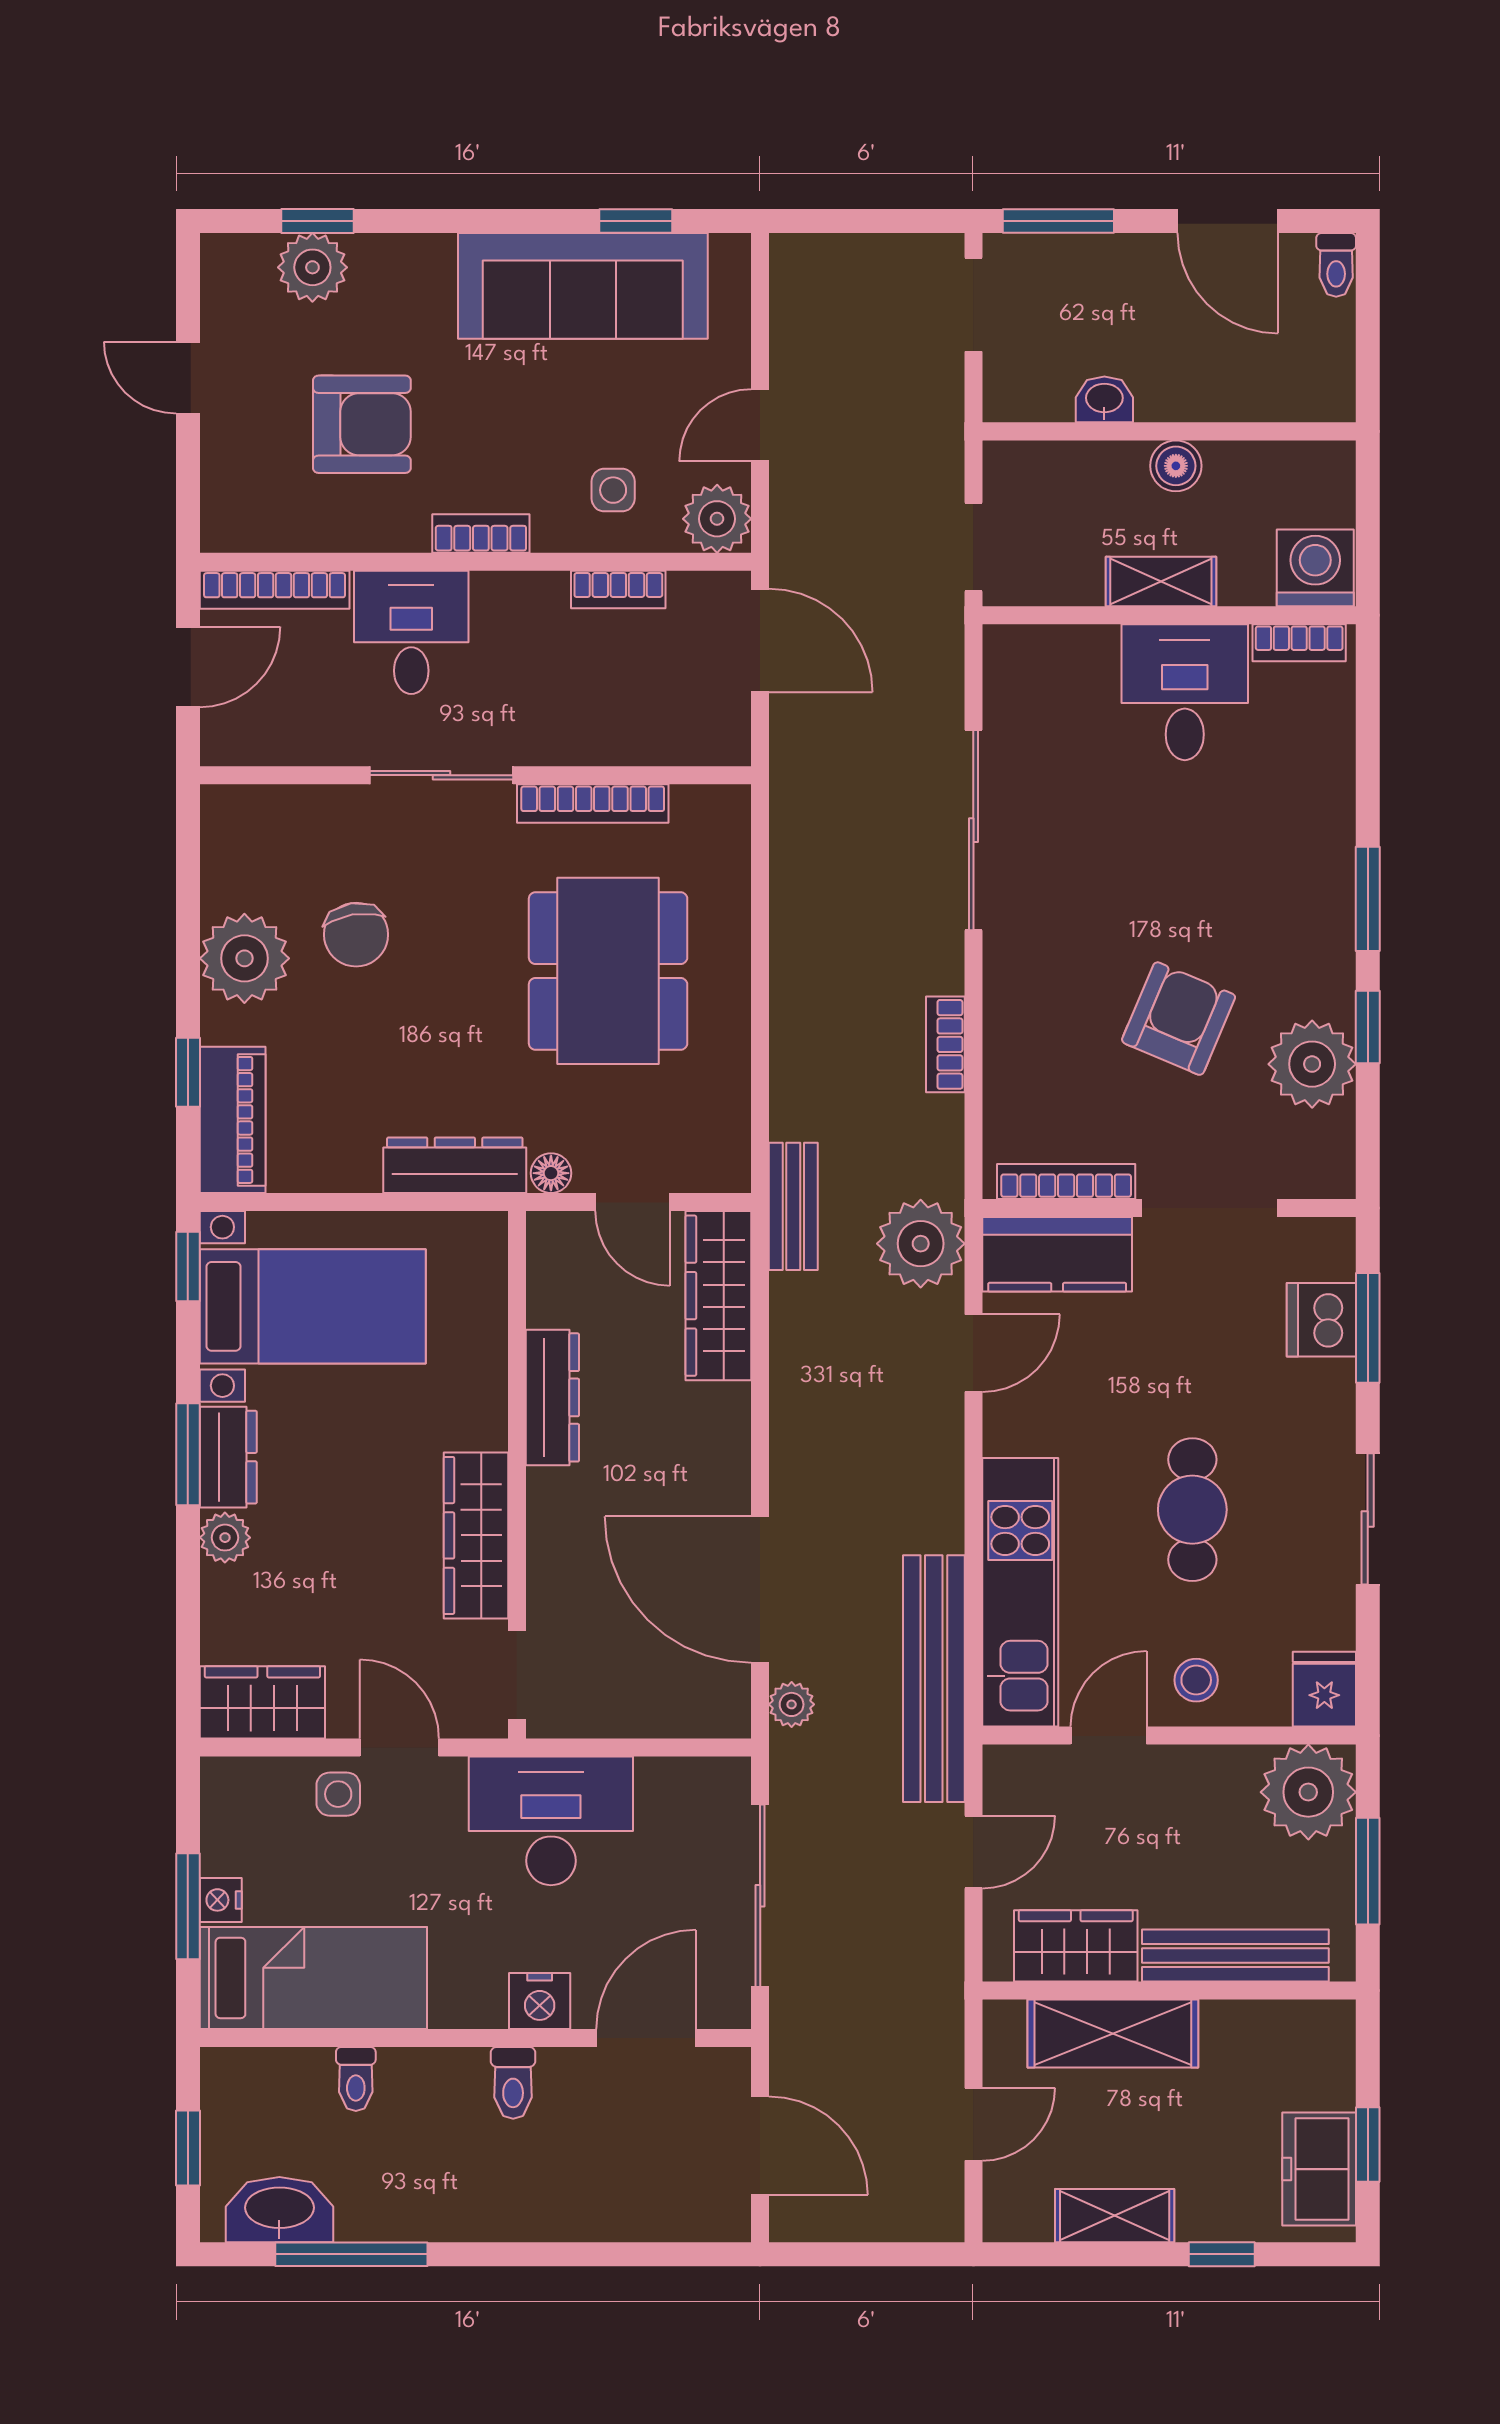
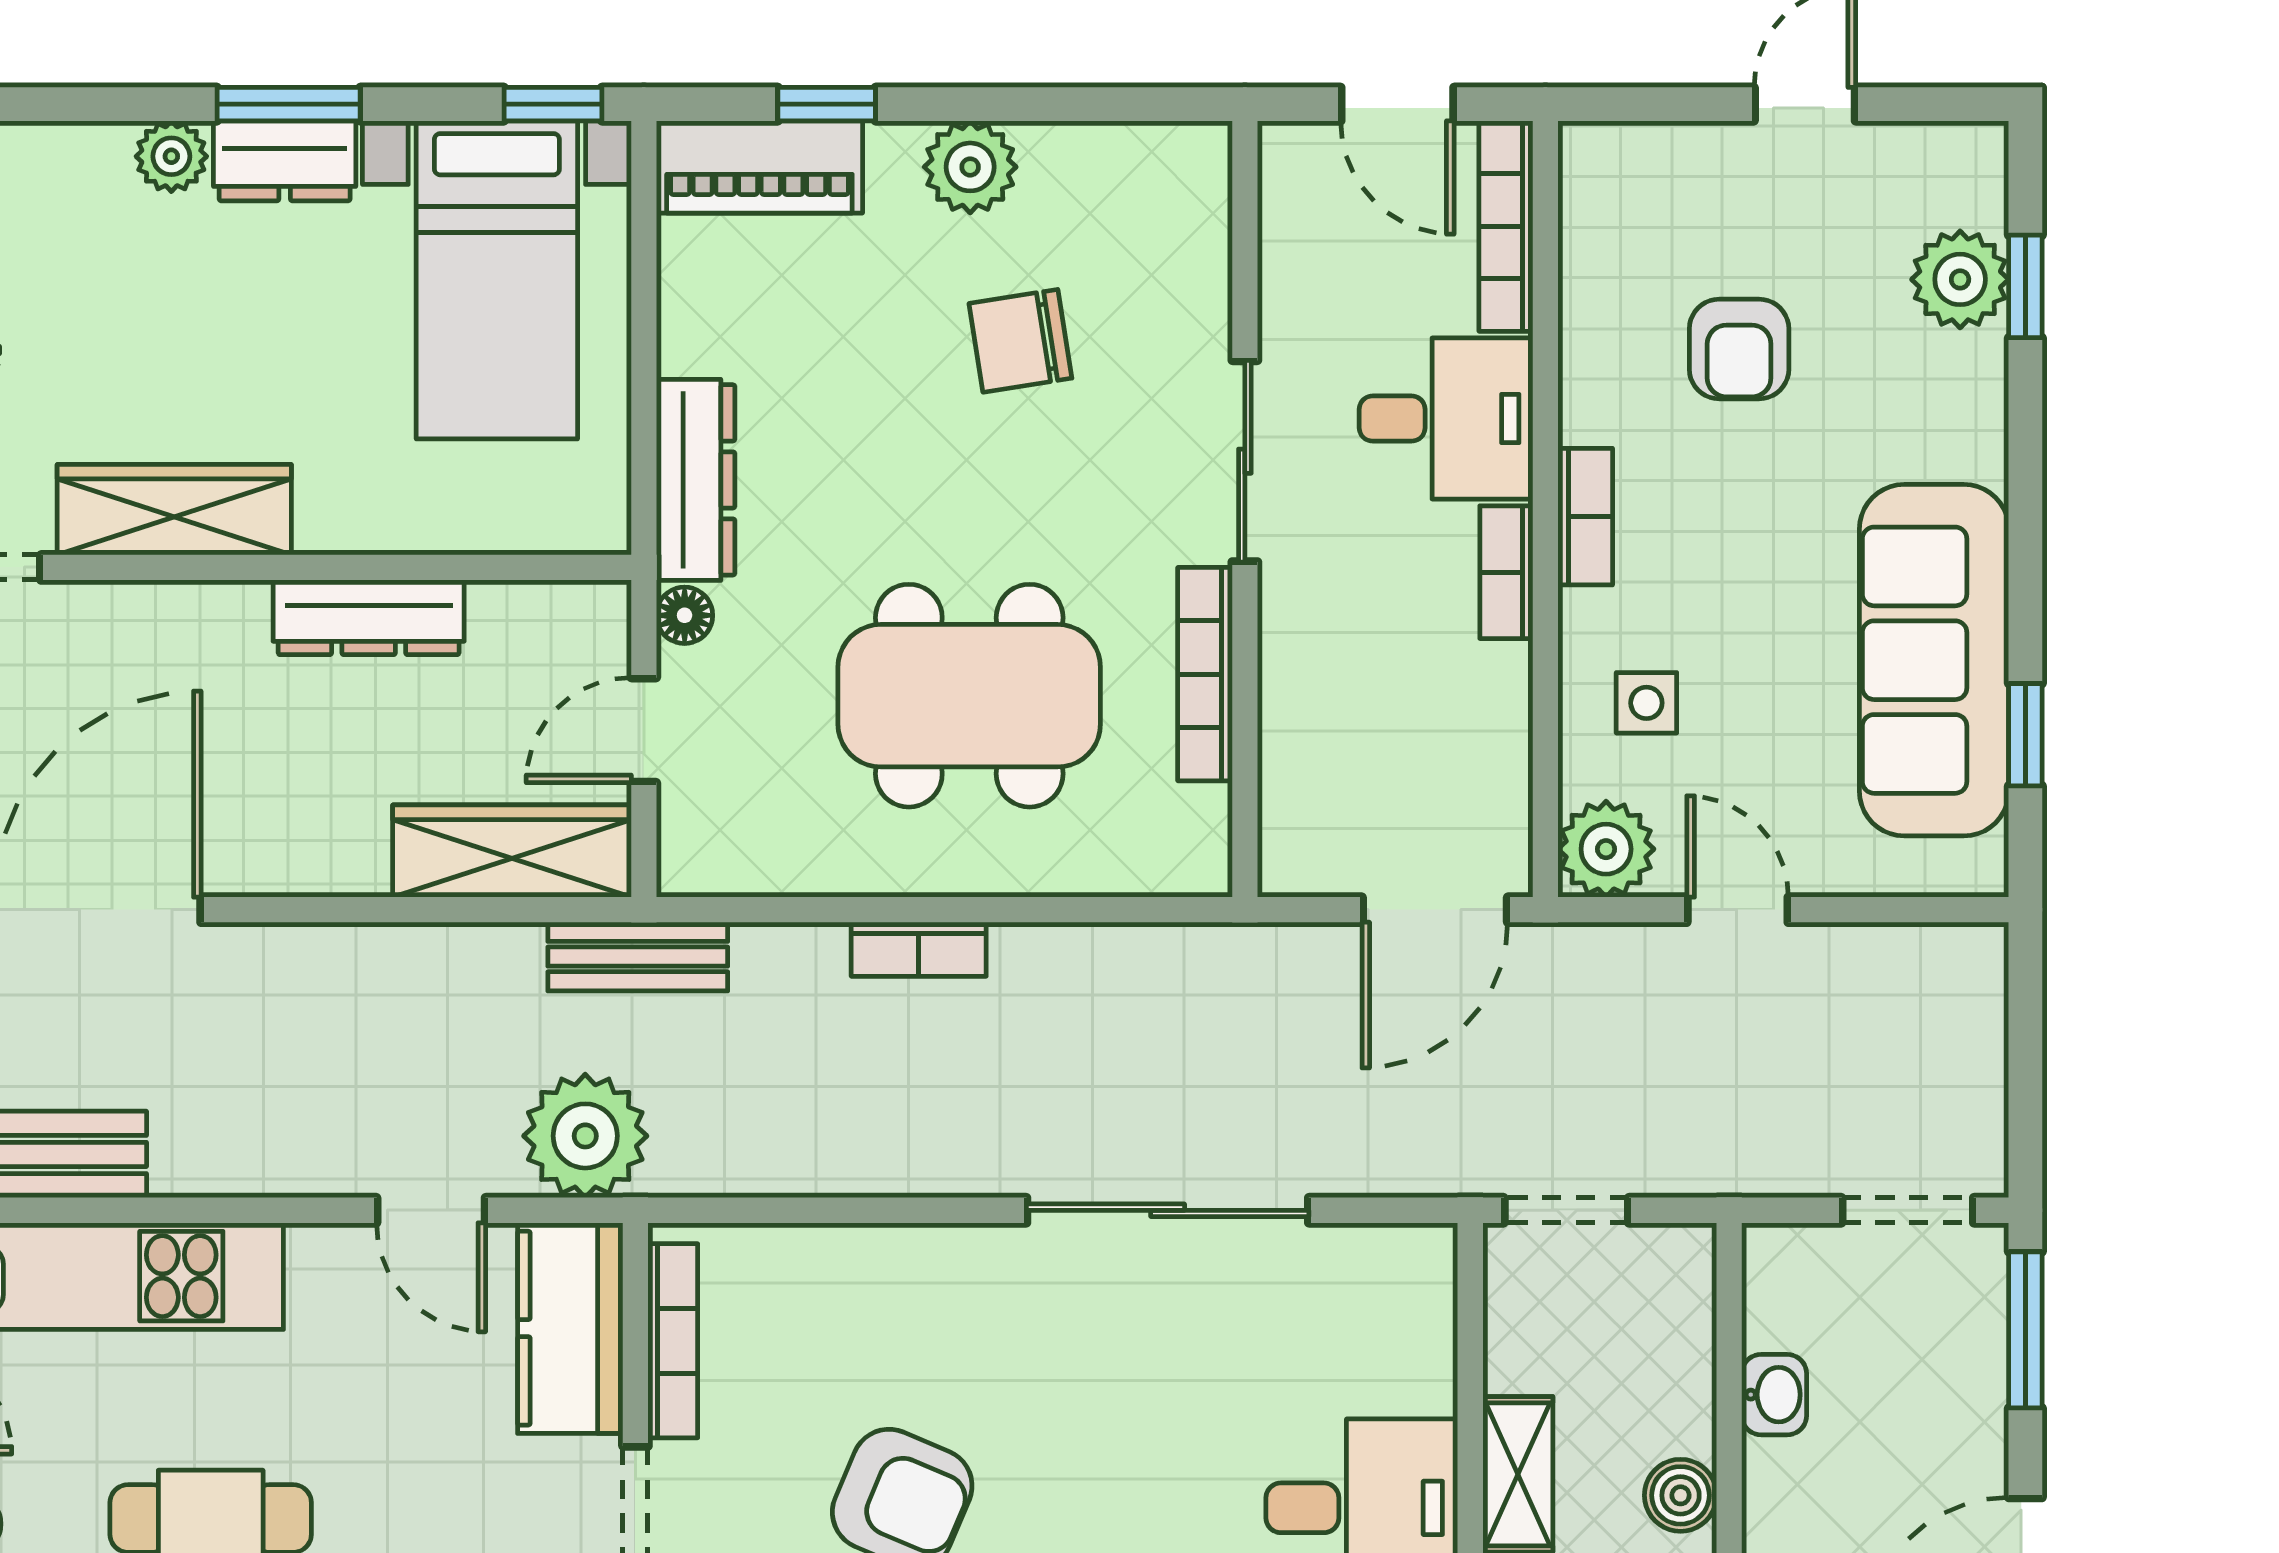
armchair: (362, 424) -> (1739, 349), width x0.72, depth x0.72
bookcase: (618, 590) -> (1506, 572), moved
plant: (244, 958) -> (970, 167), width x0.73, depth x0.73
bookcase: (945, 1044) -> (919, 949), moved, turned 180

